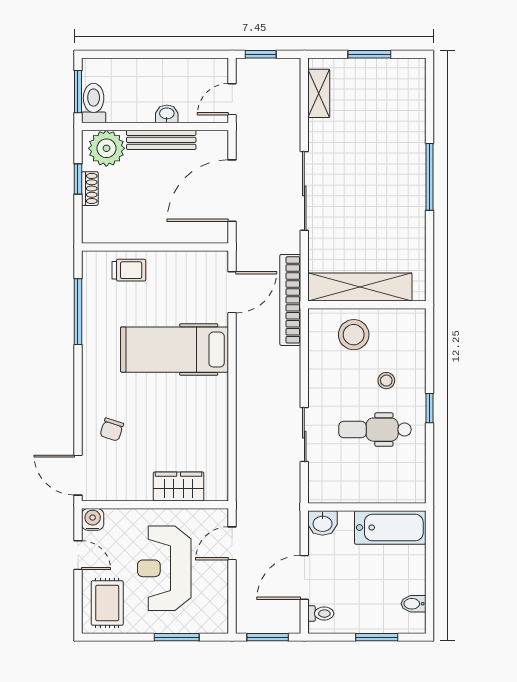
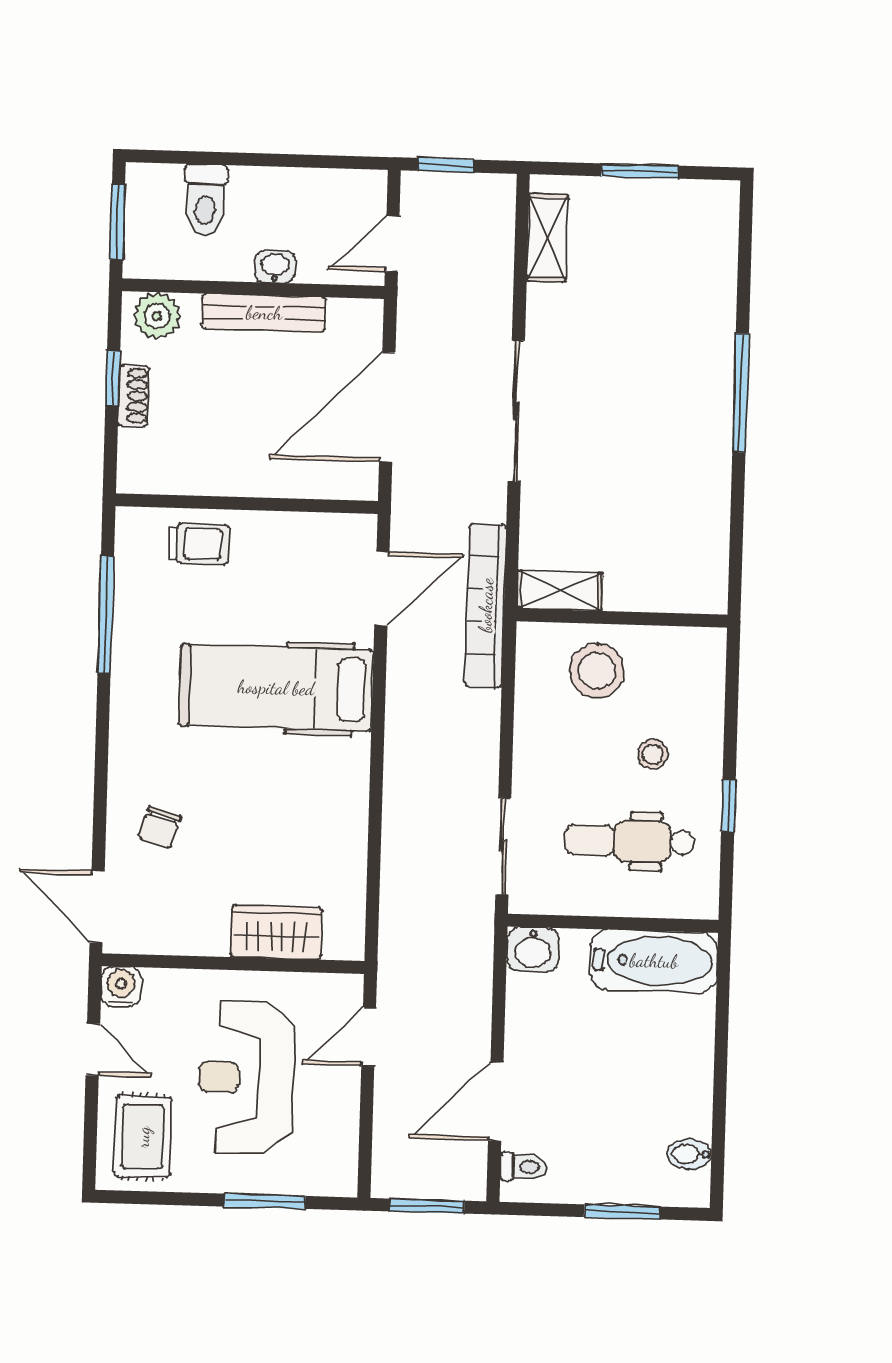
toilet: (94, 103) -> (205, 200), moved, turned 180
plant: (106, 148) -> (157, 316), width x0.73, depth x0.73
shelving: (360, 287) -> (560, 591), width x0.45, depth x0.75
wall: (367, 507) -> (613, 923), moved
washbasin: (323, 523) -> (533, 950), moved
bathtub: (390, 528) -> (654, 961), moved

